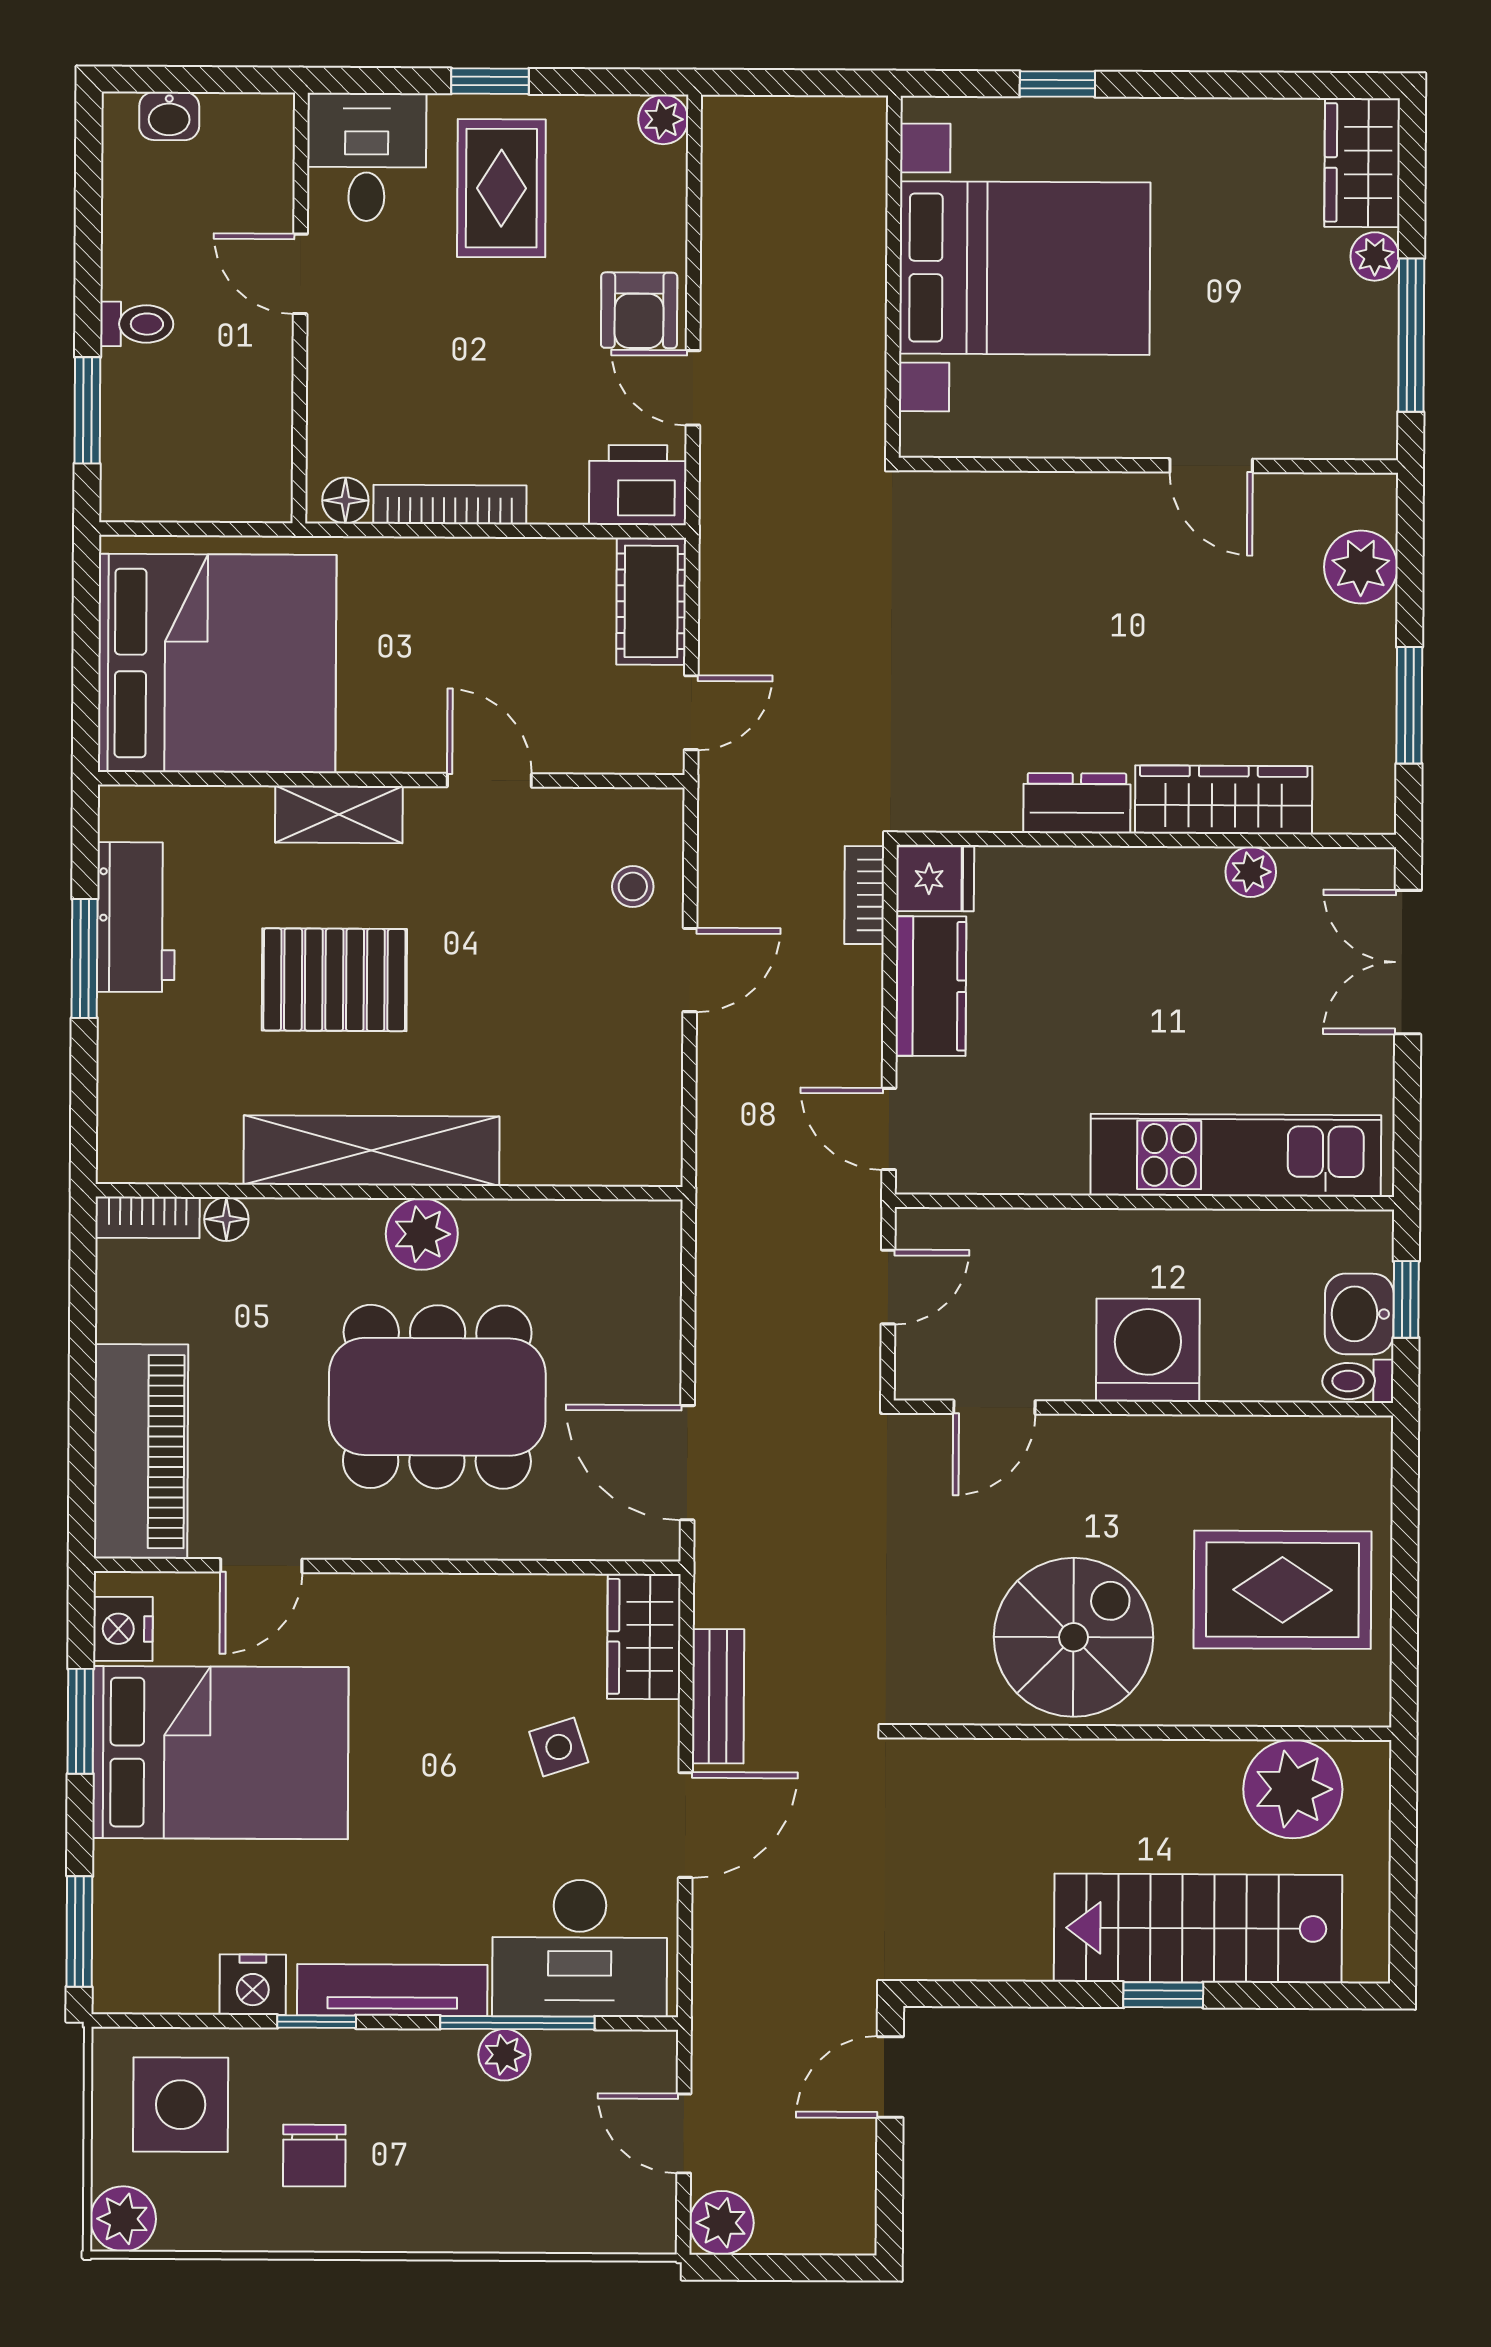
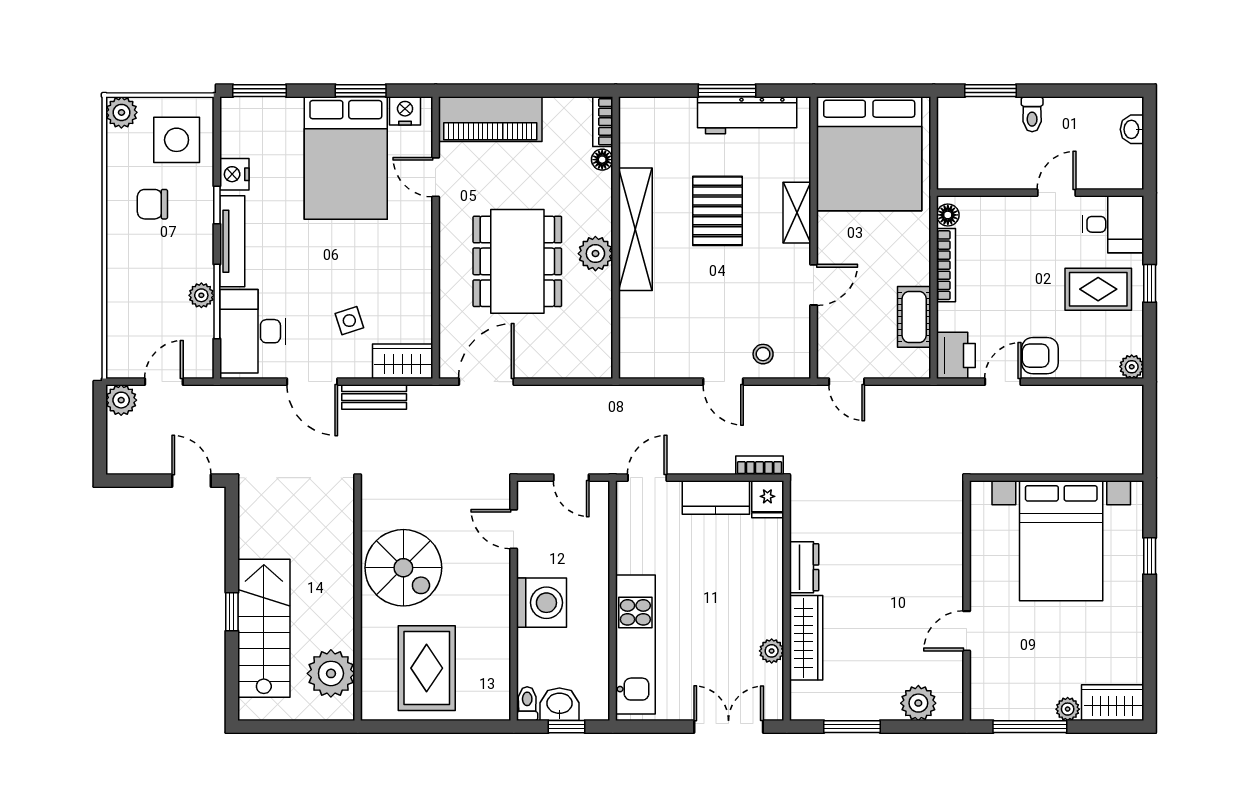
cot: (651, 601) -> (914, 317), moved, turned 90
workbench: (136, 917) -> (747, 115), width x1.37

